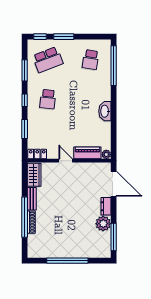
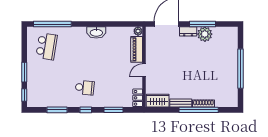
school desk: (48, 60) -> (47, 88), removed
school desk: (91, 60) -> (47, 46), width x1.85
window: (114, 237) -> (203, 24), moved

